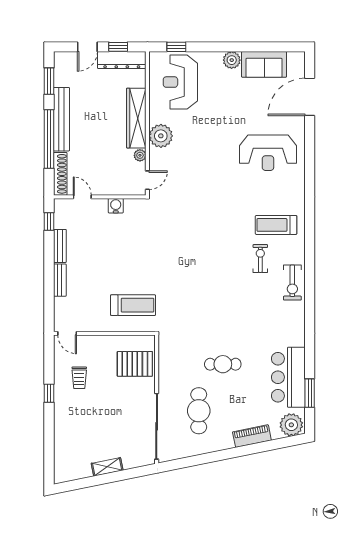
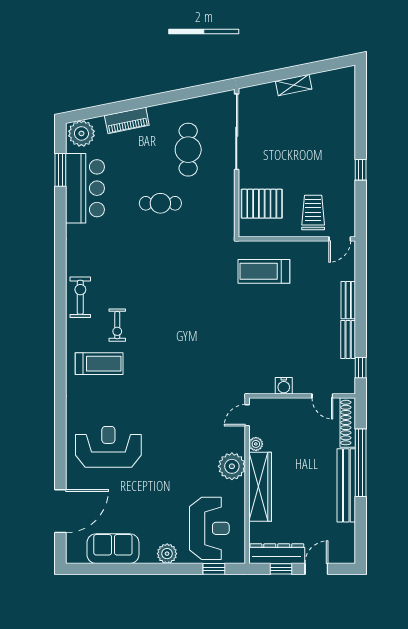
plant: (232, 60) -> (167, 554), moved
window: (49, 81) -> (361, 529), removed
door: (67, 333) -> (340, 239), swing flipped
trolley: (79, 378) -> (313, 213), moved, width x1.36, depth x1.39

